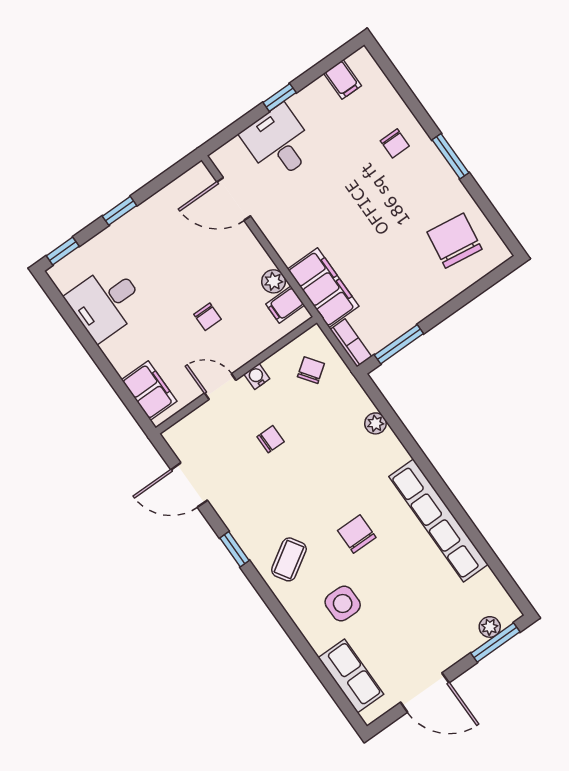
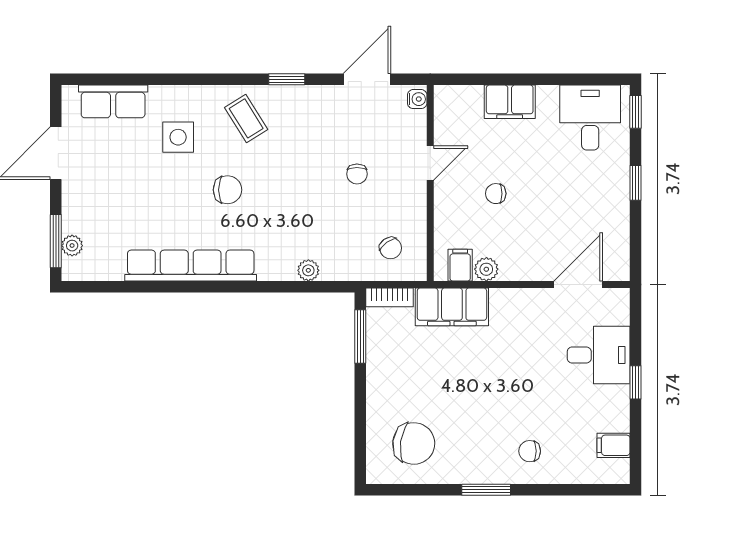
desk: (106, 302) -> (590, 118), moved
water cooler: (257, 376) -> (417, 99), moved
filing cabinet: (149, 390) -> (510, 102), moved

